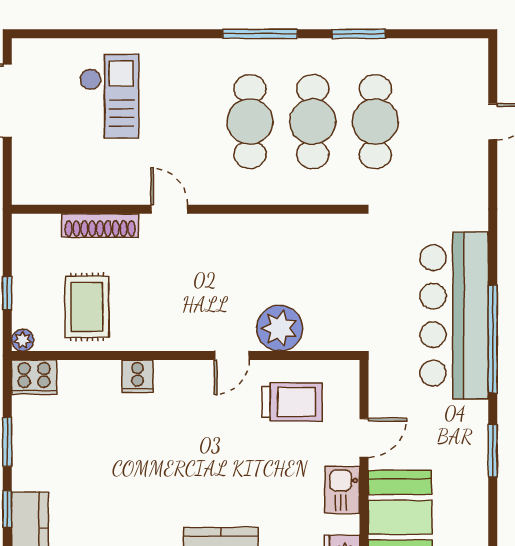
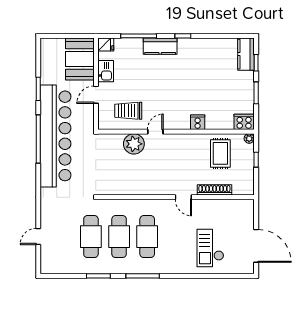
bar counter: (454, 315) -> (56, 136), width x1.36

